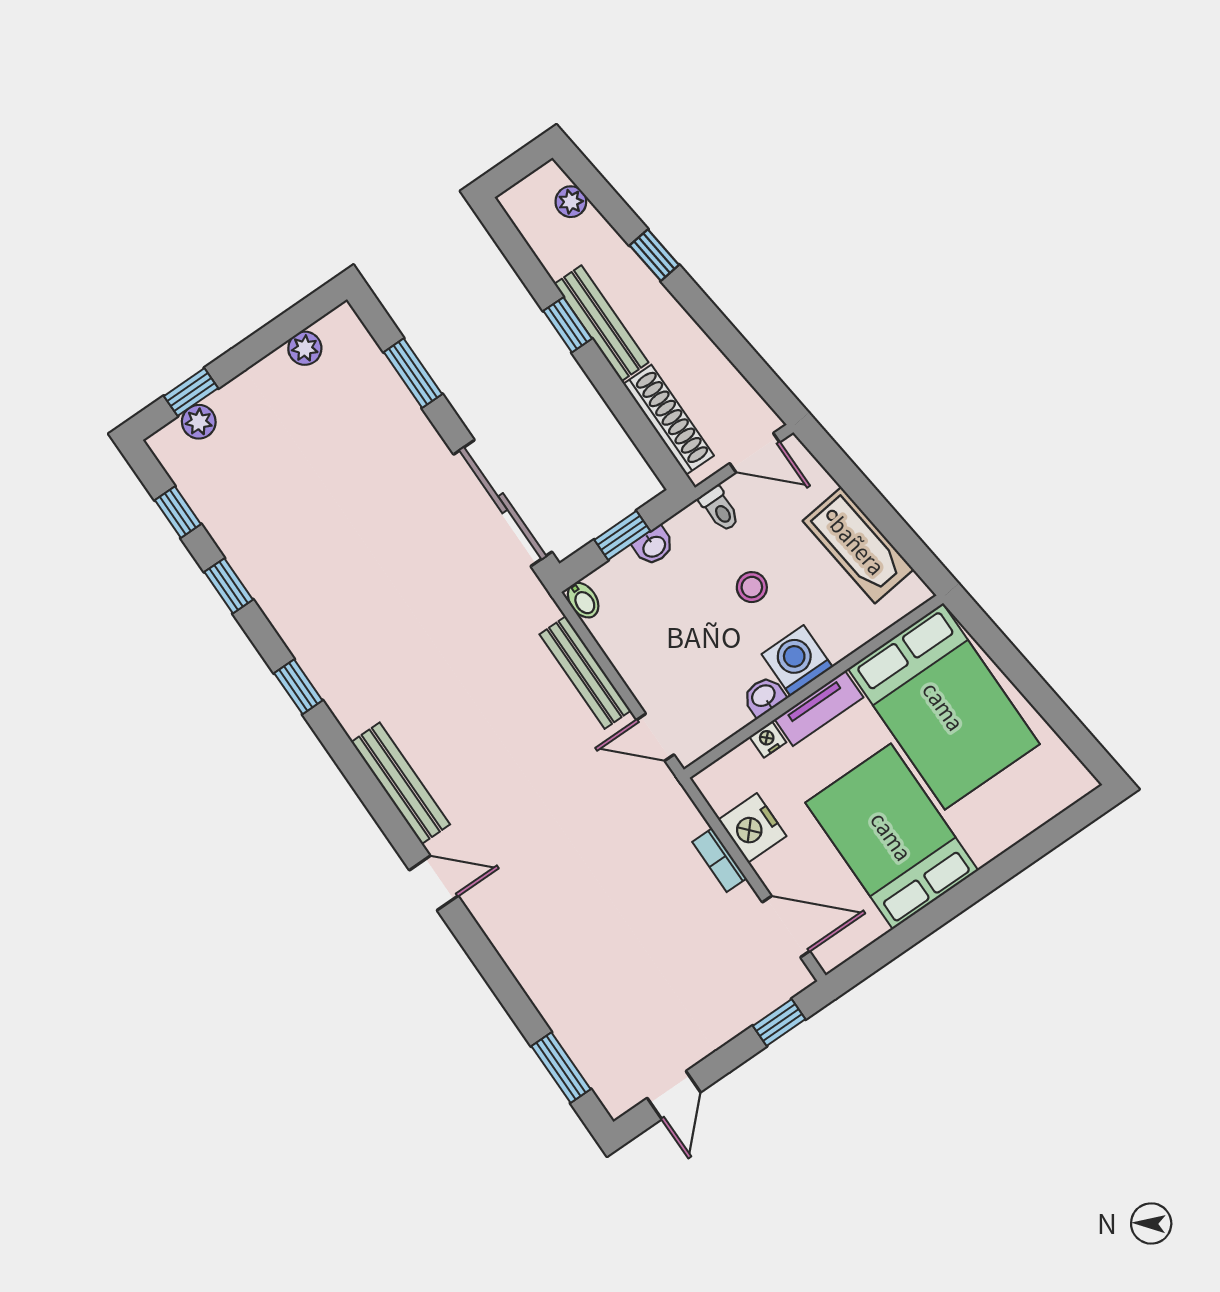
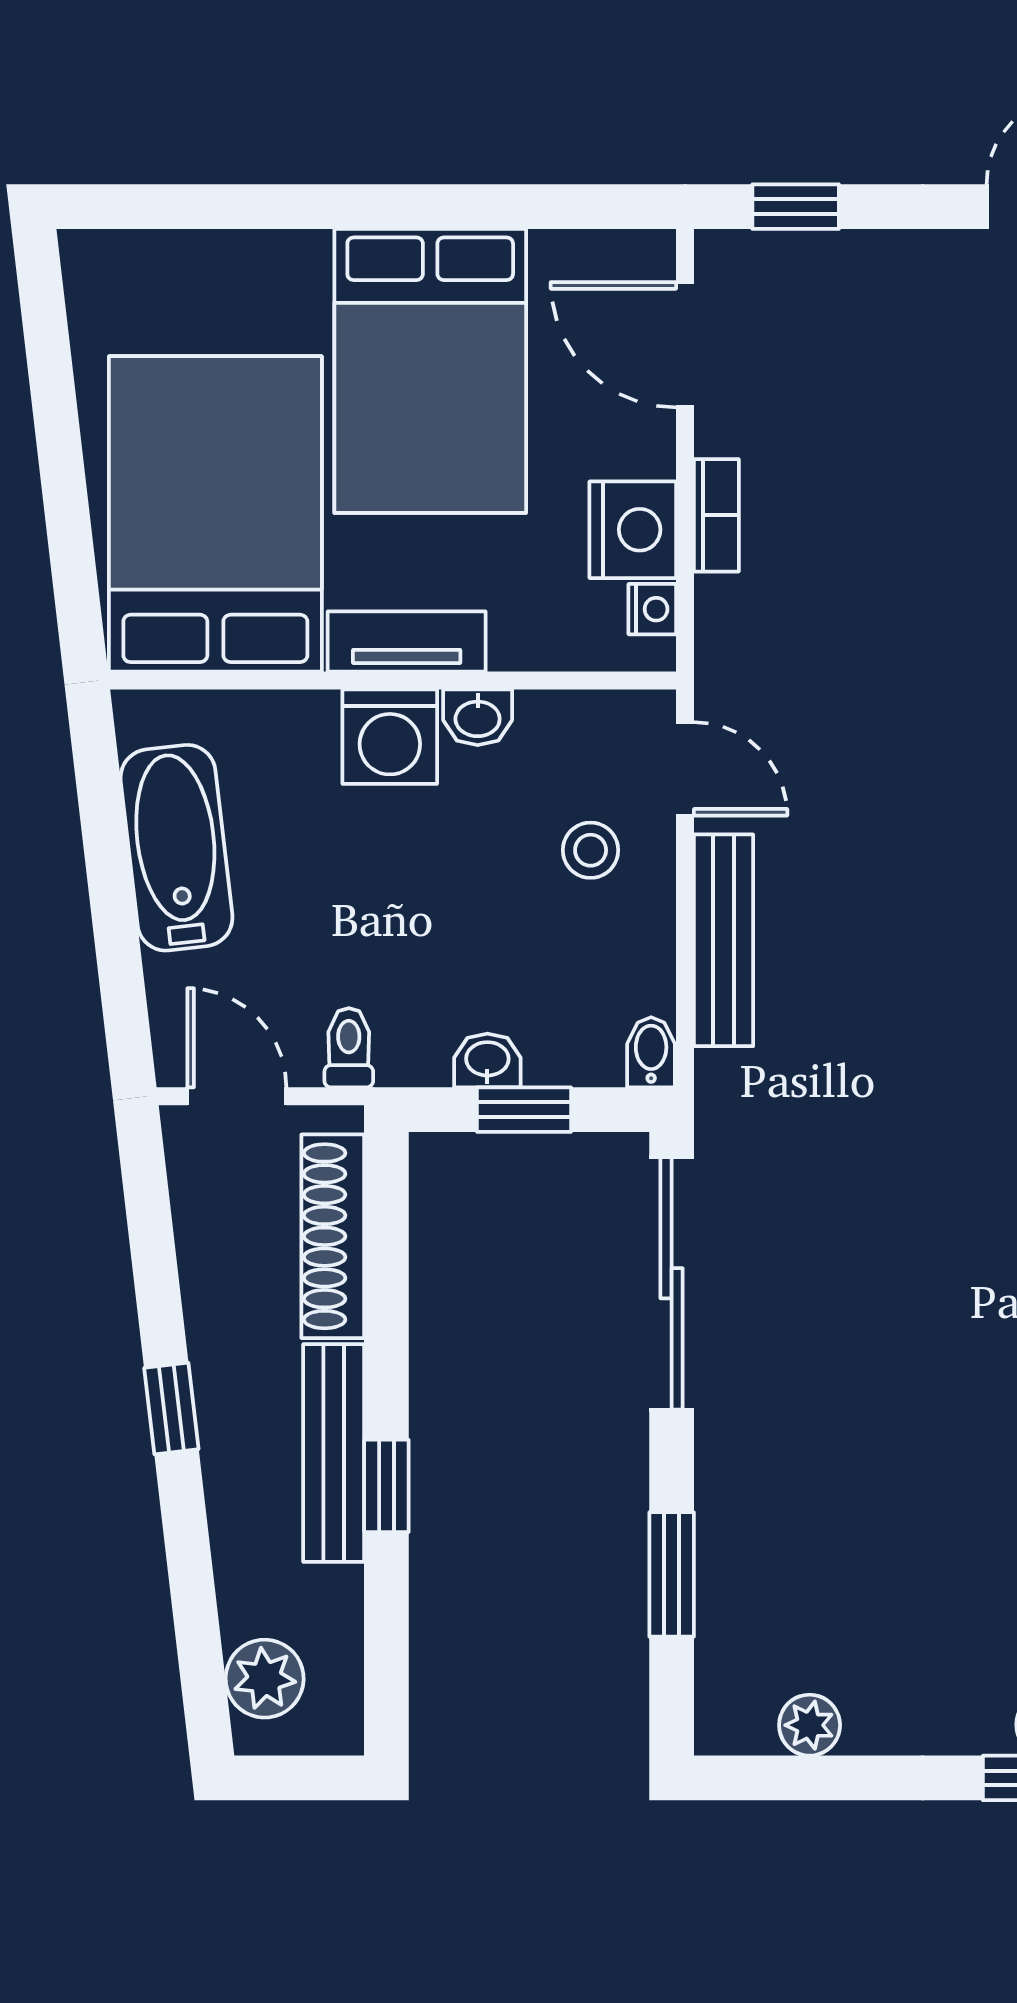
plant: (571, 202) -> (265, 1679), width x1.38, depth x1.38
window: (654, 255) -> (171, 1408), moved
stool: (752, 587) -> (591, 850), moved
nightstand: (768, 739) -> (652, 609), moved, turned -90

